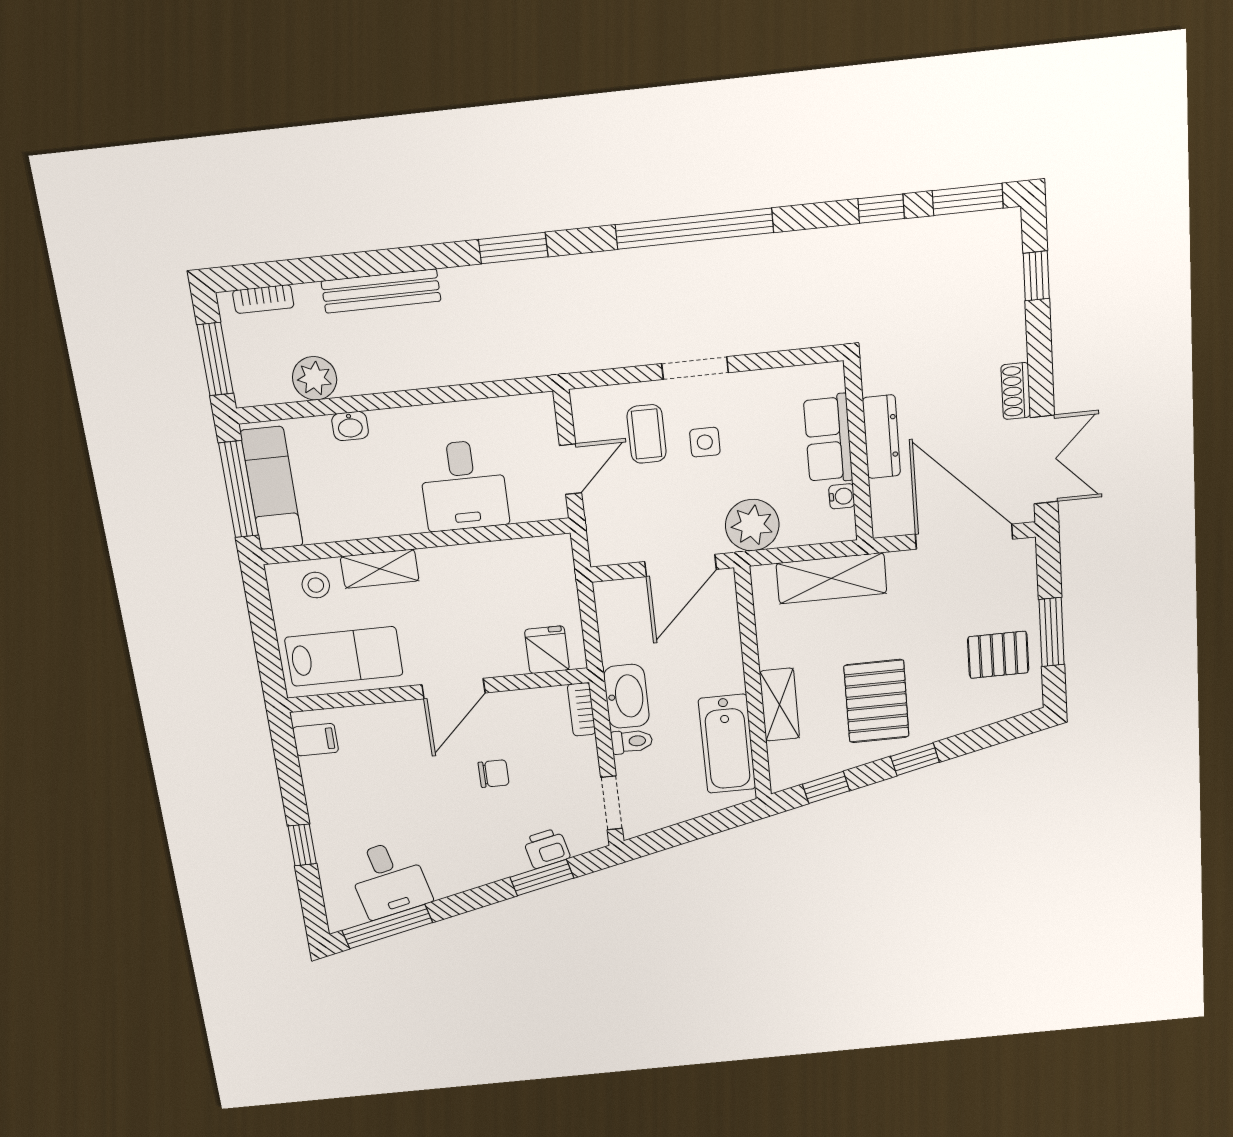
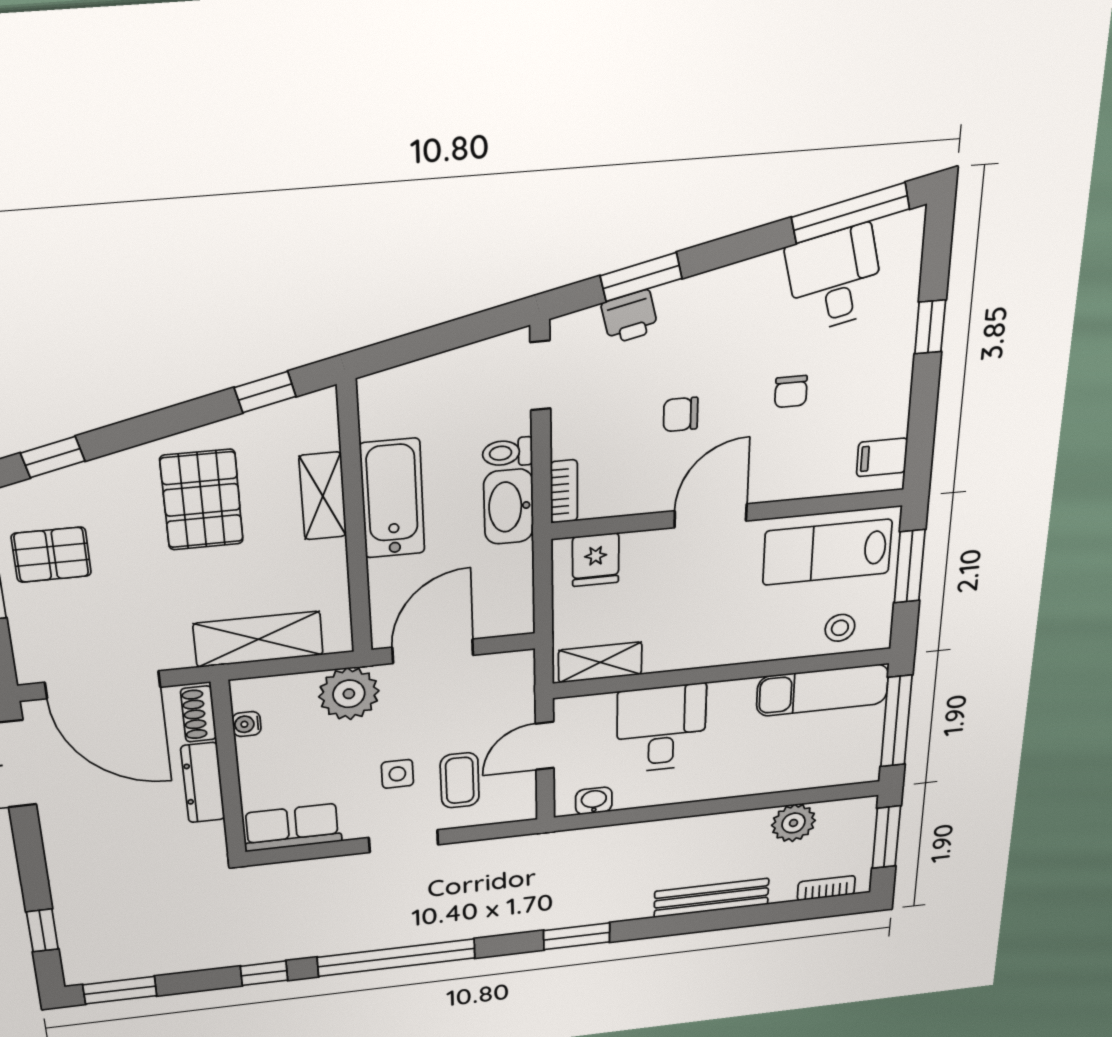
window: (881, 209) -> (264, 973), moved
shoe rack: (1016, 391) -> (198, 714), moved, turned 180
washbasin: (350, 426) -> (594, 801), moved
row of seats: (828, 439) -> (292, 827), moved, turned -90
exam couch: (272, 488) -> (823, 690), moved, turned -90
shelving: (380, 569) -> (600, 662), moved
window: (266, 643) -> (910, 566), added
bathtub: (727, 744) -> (392, 499), moved
window: (915, 759) -> (53, 457), moved
chair: (406, 793) -> (791, 391), added

